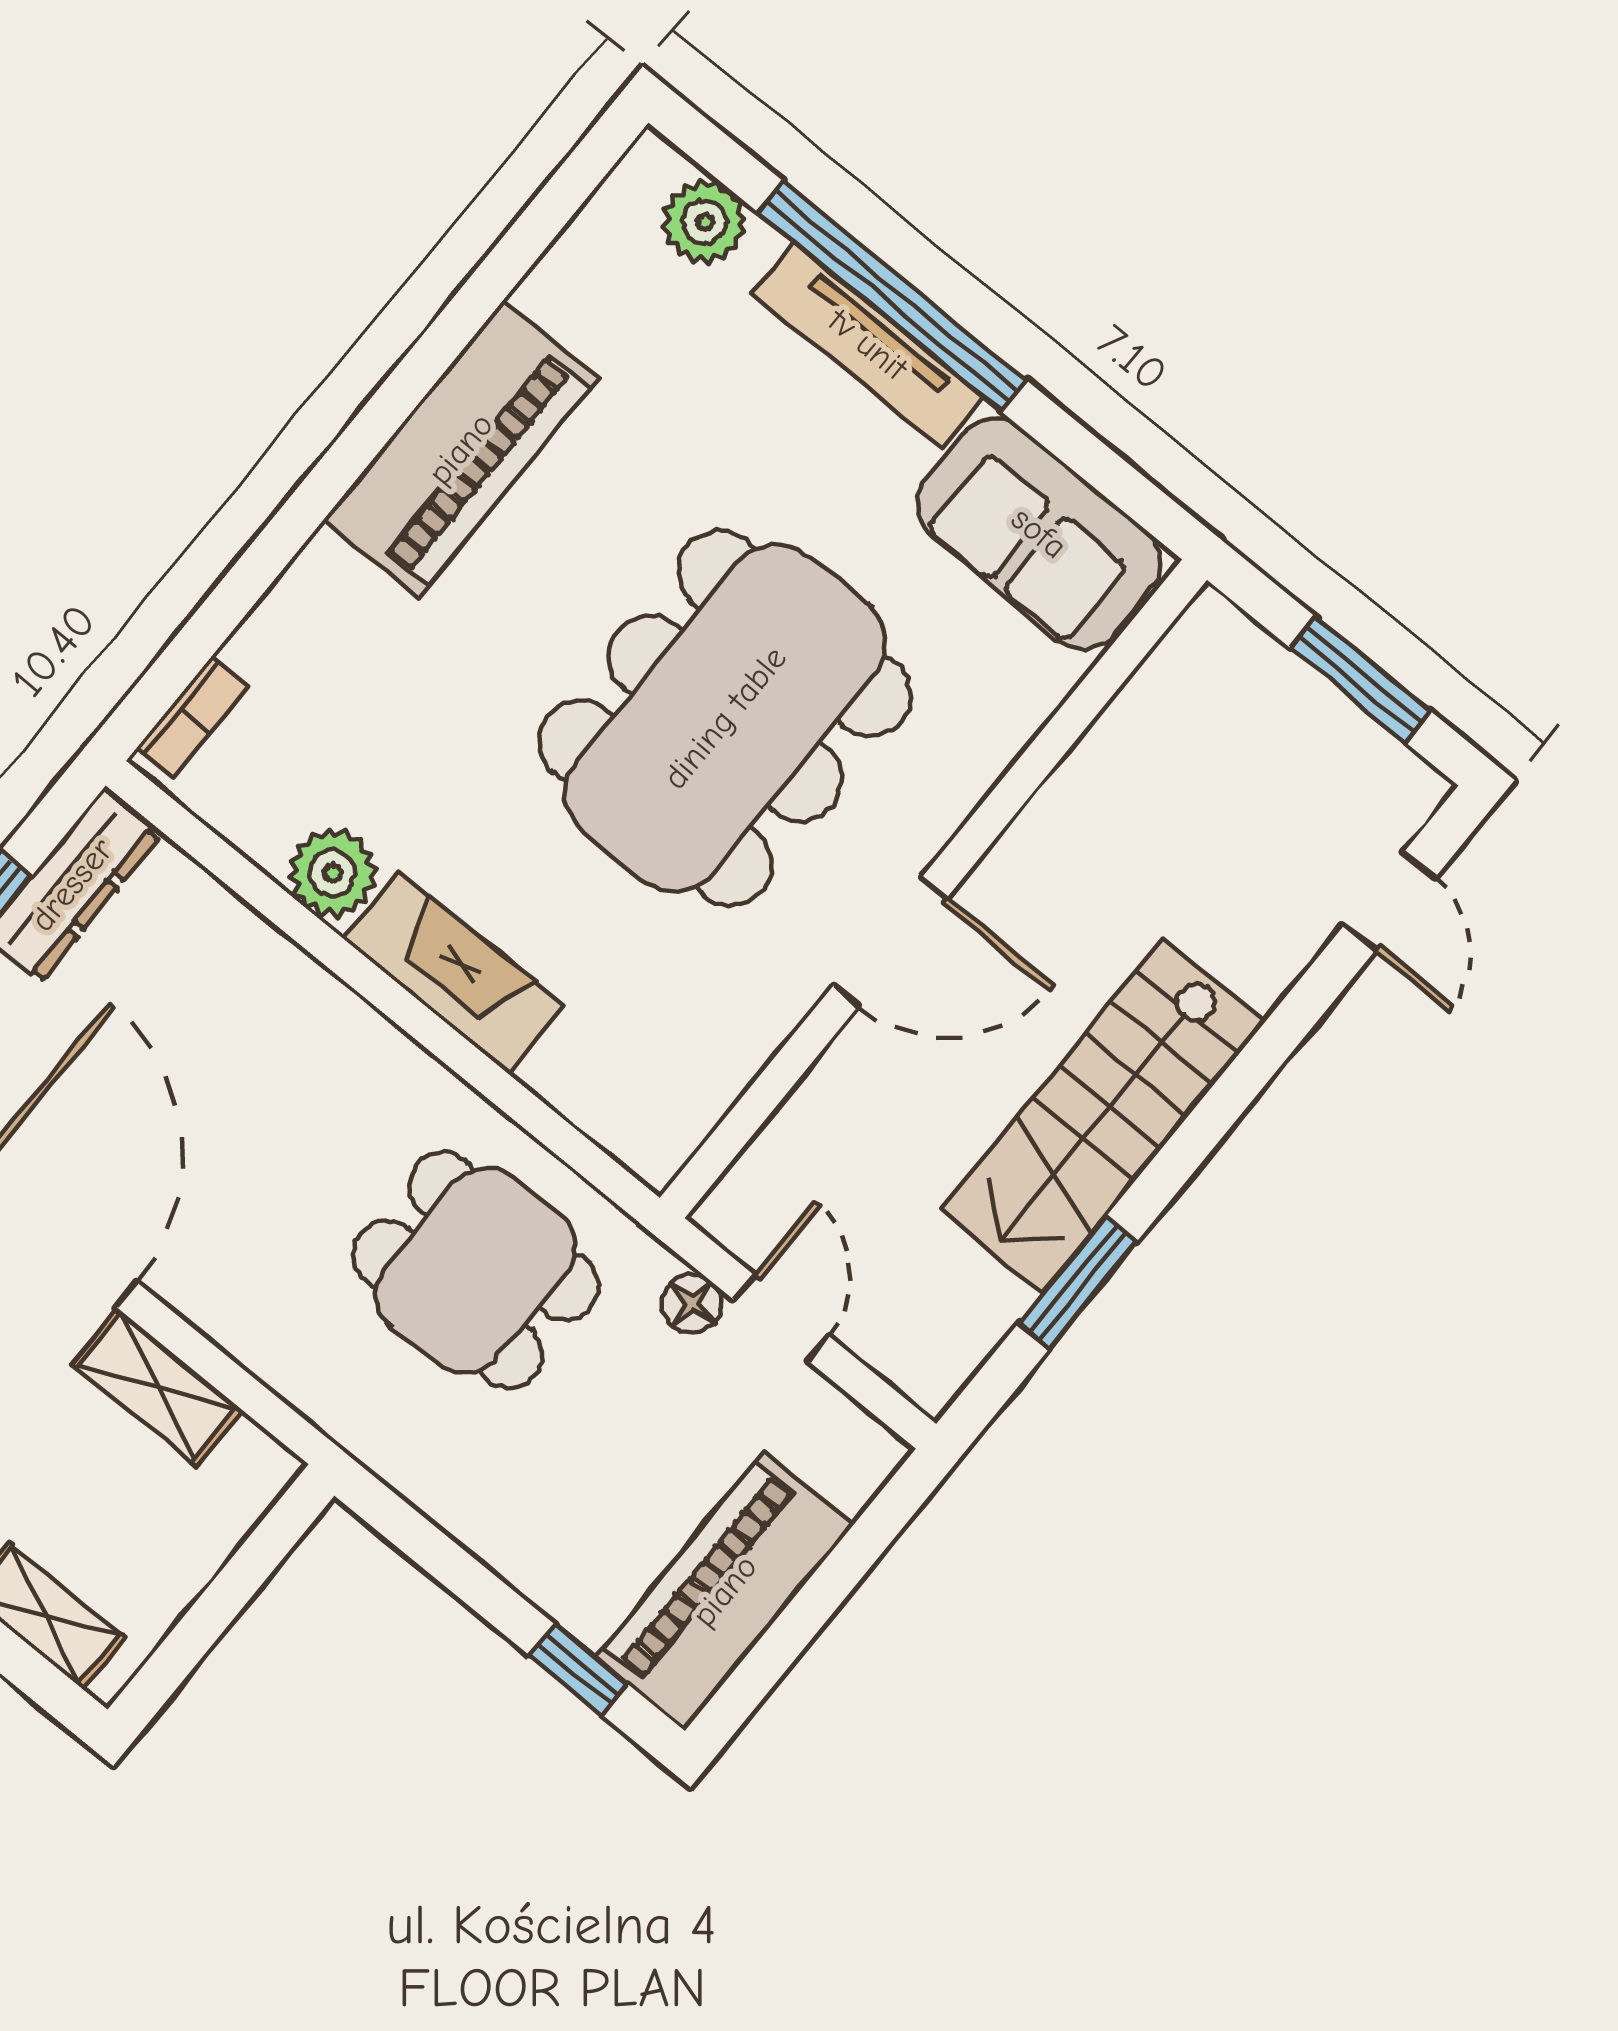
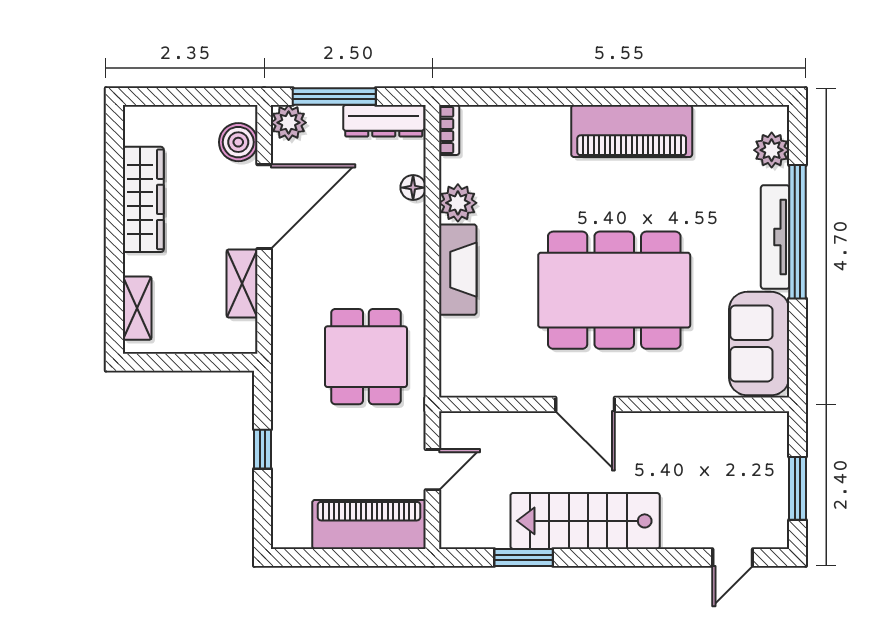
bookcase: (192, 717) -> (449, 130), moved, turned -90
floor lamp: (692, 1303) -> (413, 188), moved
piano: (725, 1591) -> (369, 524), moved
window: (578, 1670) -> (262, 449), moved

